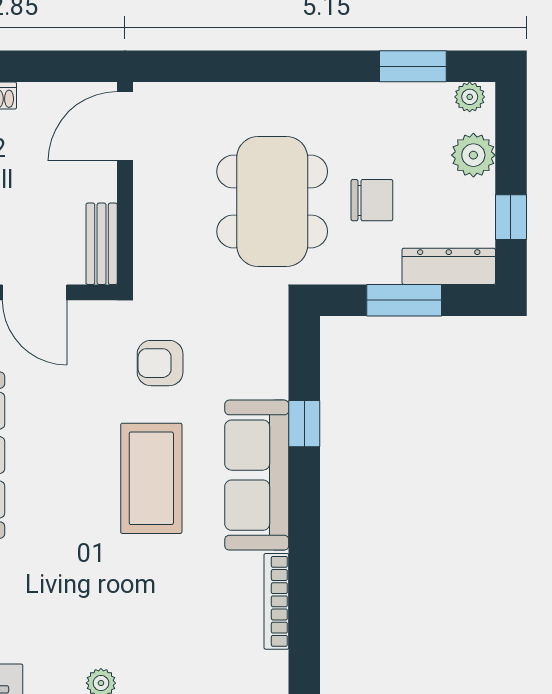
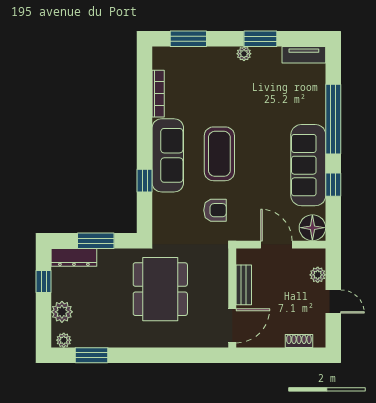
chair: (372, 200) -> (111, 290), removed
bench: (102, 244) -> (244, 285), moved

